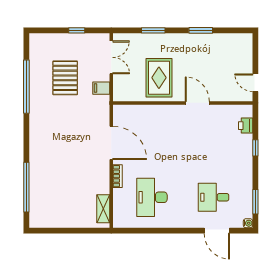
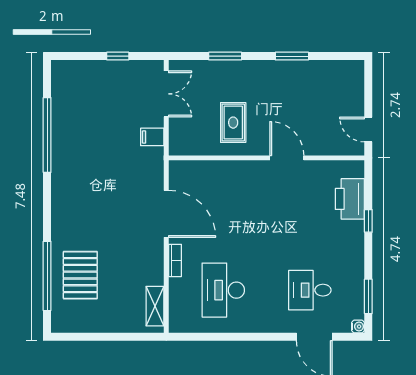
pallet: (65, 78) -> (80, 275), moved
rug: (159, 78) -> (233, 123), width x0.73, depth x0.70
printer: (246, 126) -> (350, 199), width x1.87, depth x1.48

